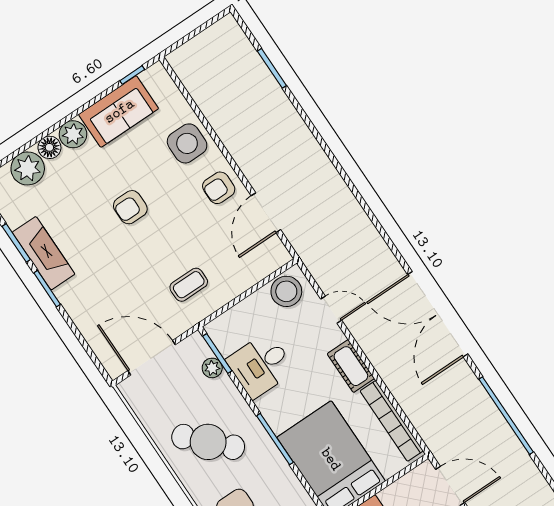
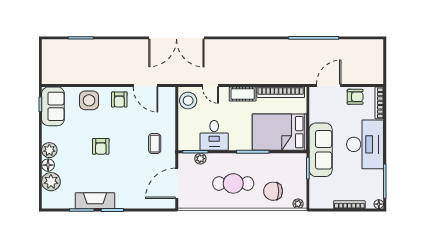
sofa: (119, 111) -> (53, 106), moved
door: (331, 310) -> (210, 86), swing flipped
double door: (438, 314) -> (176, 38), moved
cafe table: (208, 442) -> (233, 183), turned 44

